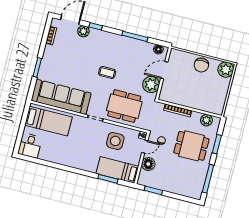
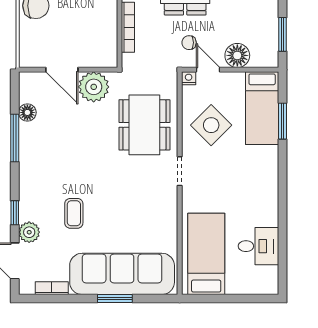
floor lamp: (158, 49) -> (27, 112), moved
coffee table: (107, 72) -> (74, 213), moved
sofa: (61, 97) -> (122, 274), moved, turned 90
side table: (115, 141) -> (211, 125), turned 45
desk: (30, 146) -> (258, 246), moved

